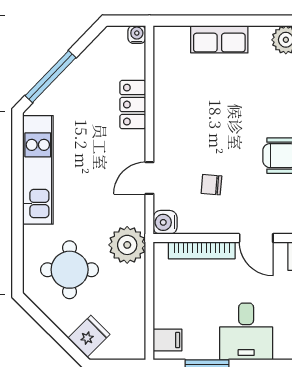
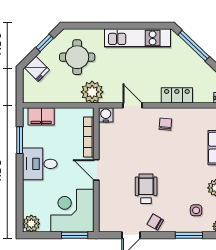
chair: (211, 185) -> (165, 124), moved
door: (256, 238) -> (96, 170), hinge flipped
window: (46, 323) -> (45, 43), added
filing cabinet: (168, 340) -> (41, 116), width x2.00

